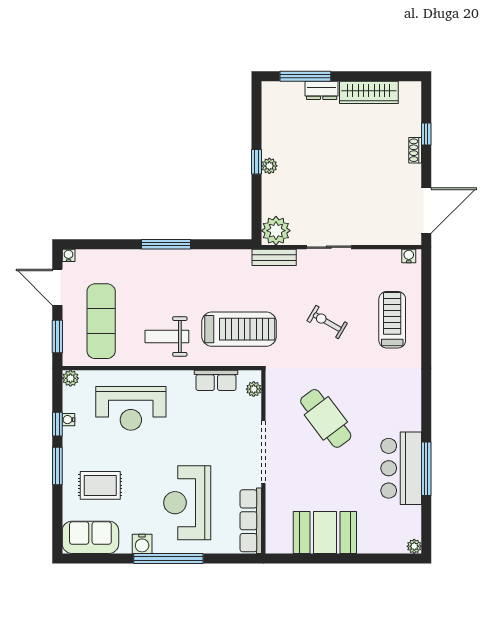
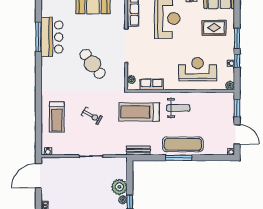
plant: (276, 231) -> (119, 187), moved
bench: (274, 257) -> (138, 151), moved
exercise mat: (101, 321) -> (183, 144), moved, turned 90

